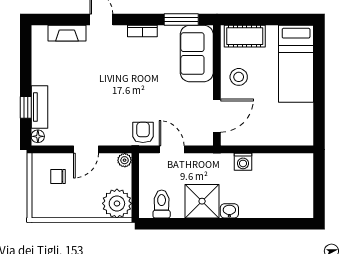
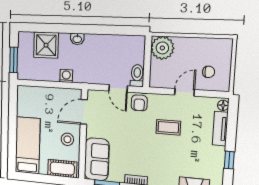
coffee table: (104, 104) -> (168, 127), added
window: (26, 107) -> (229, 160), moved
plant: (125, 160) -> (155, 82), removed
window: (319, 180) -> (14, 60), added
shower: (202, 201) -> (46, 45), moved
toilet: (162, 204) -> (137, 76), moved, turned 180

